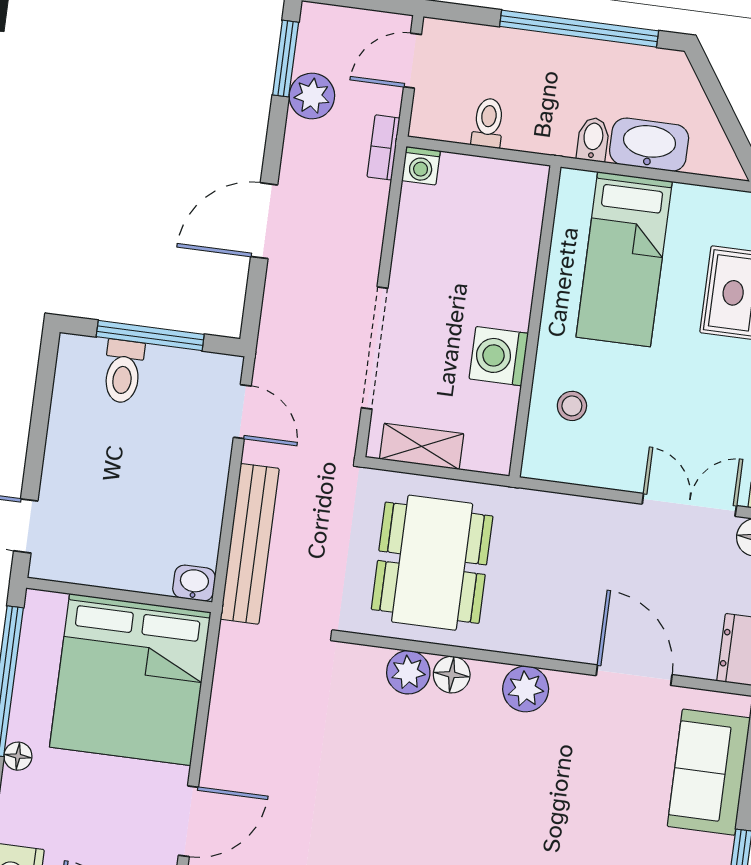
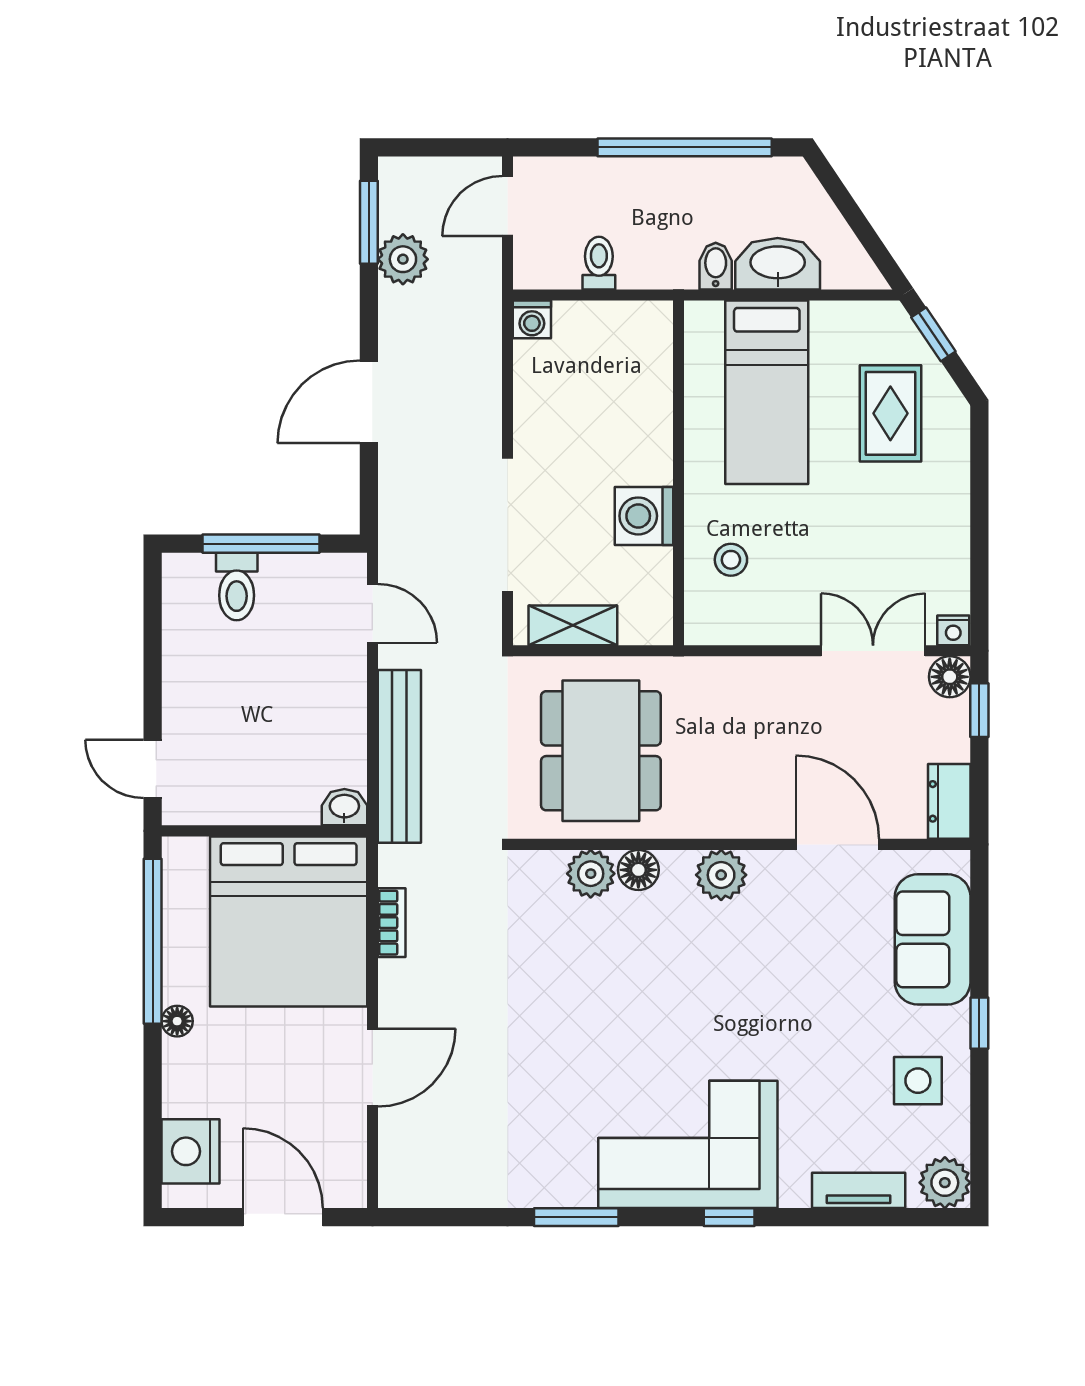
bookcase: (383, 147) -> (392, 923), moved, turned 180

